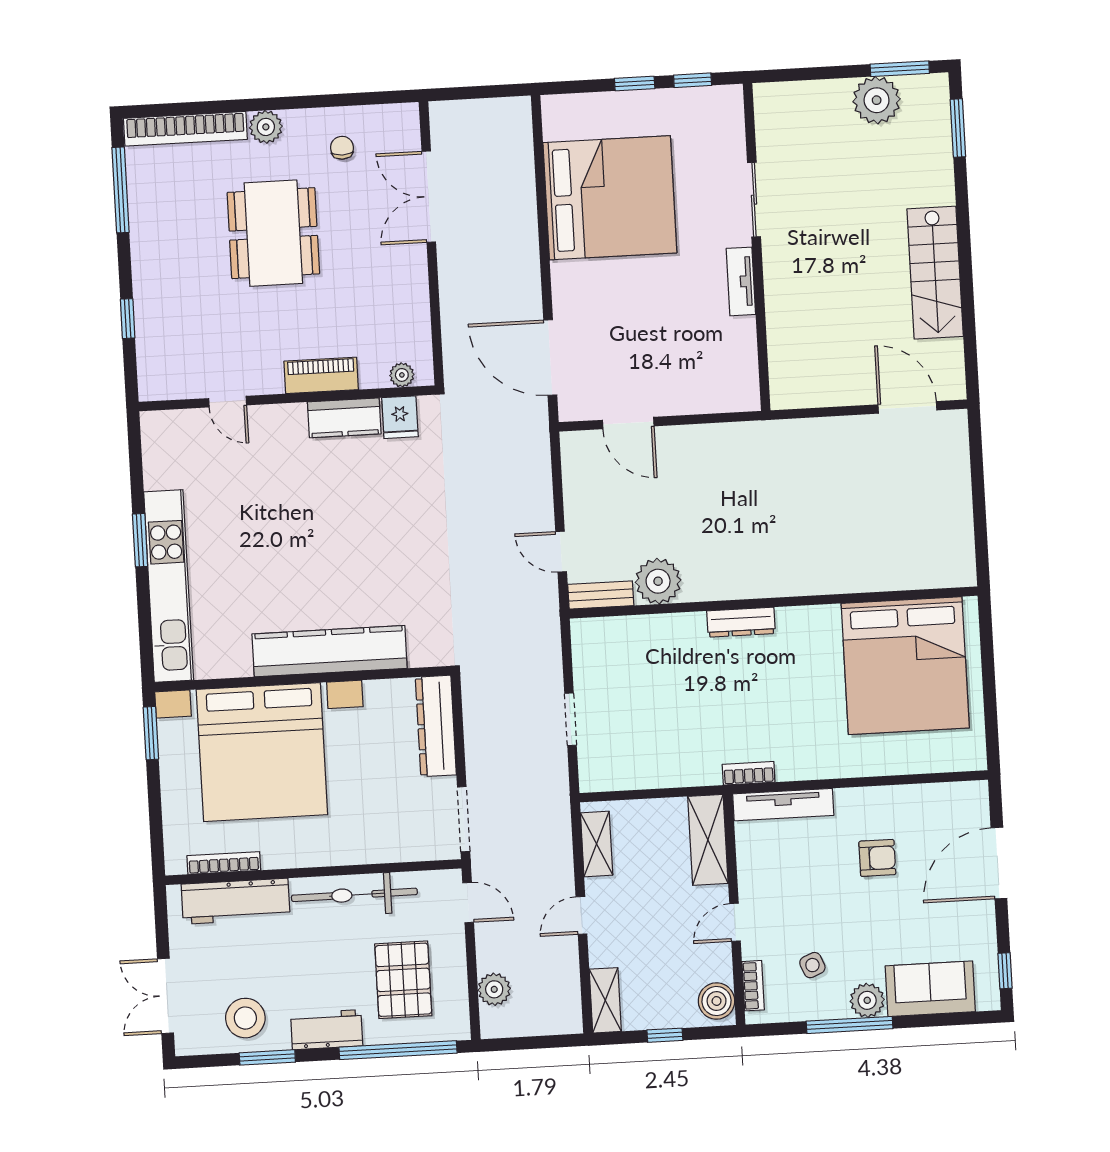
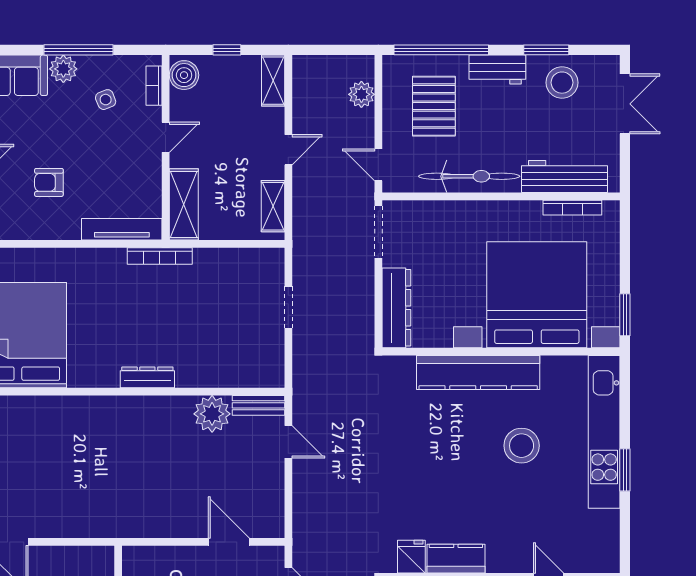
stool: (270, 563) -> (522, 446), added
bookcase: (749, 773) -> (160, 256), width x1.56

